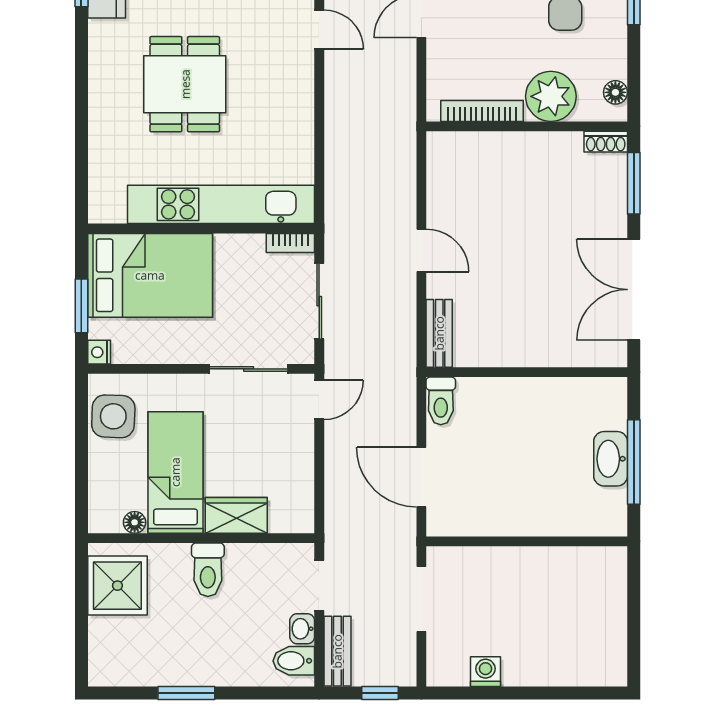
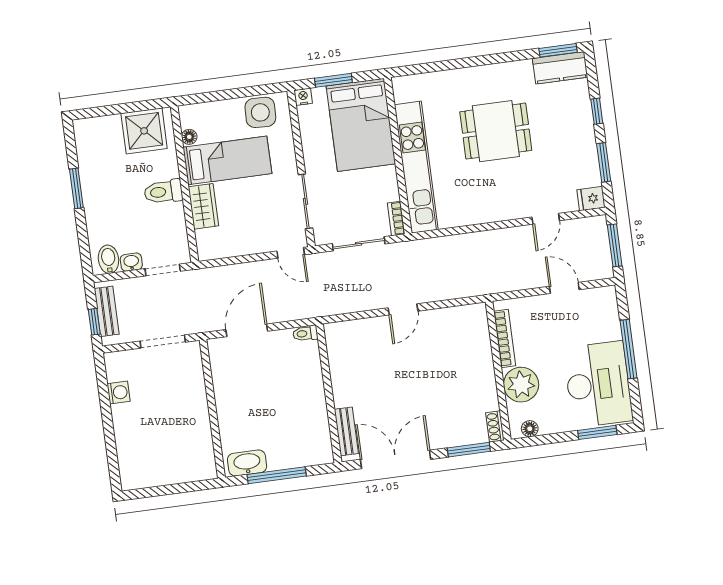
bench: (439, 333) -> (346, 431), moved, turned 90
toilet: (441, 401) -> (305, 333), width x0.73, depth x0.72
washbasin: (611, 459) -> (247, 463), moved
bench: (337, 651) -> (107, 311), moved, turned 90

